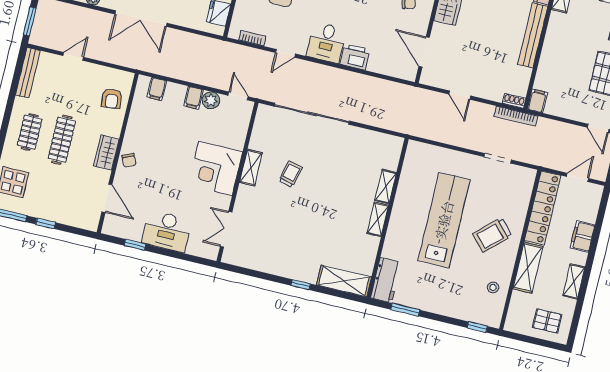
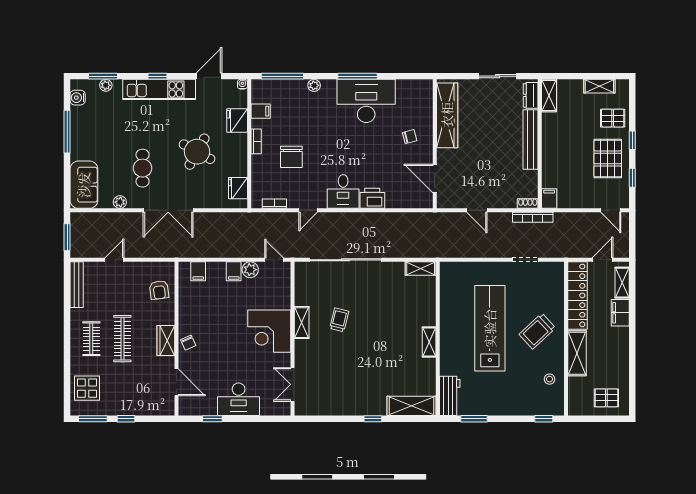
shelving: (386, 187) -> (421, 269), moved, turned 90
shelving: (574, 281) -> (622, 283), moved

